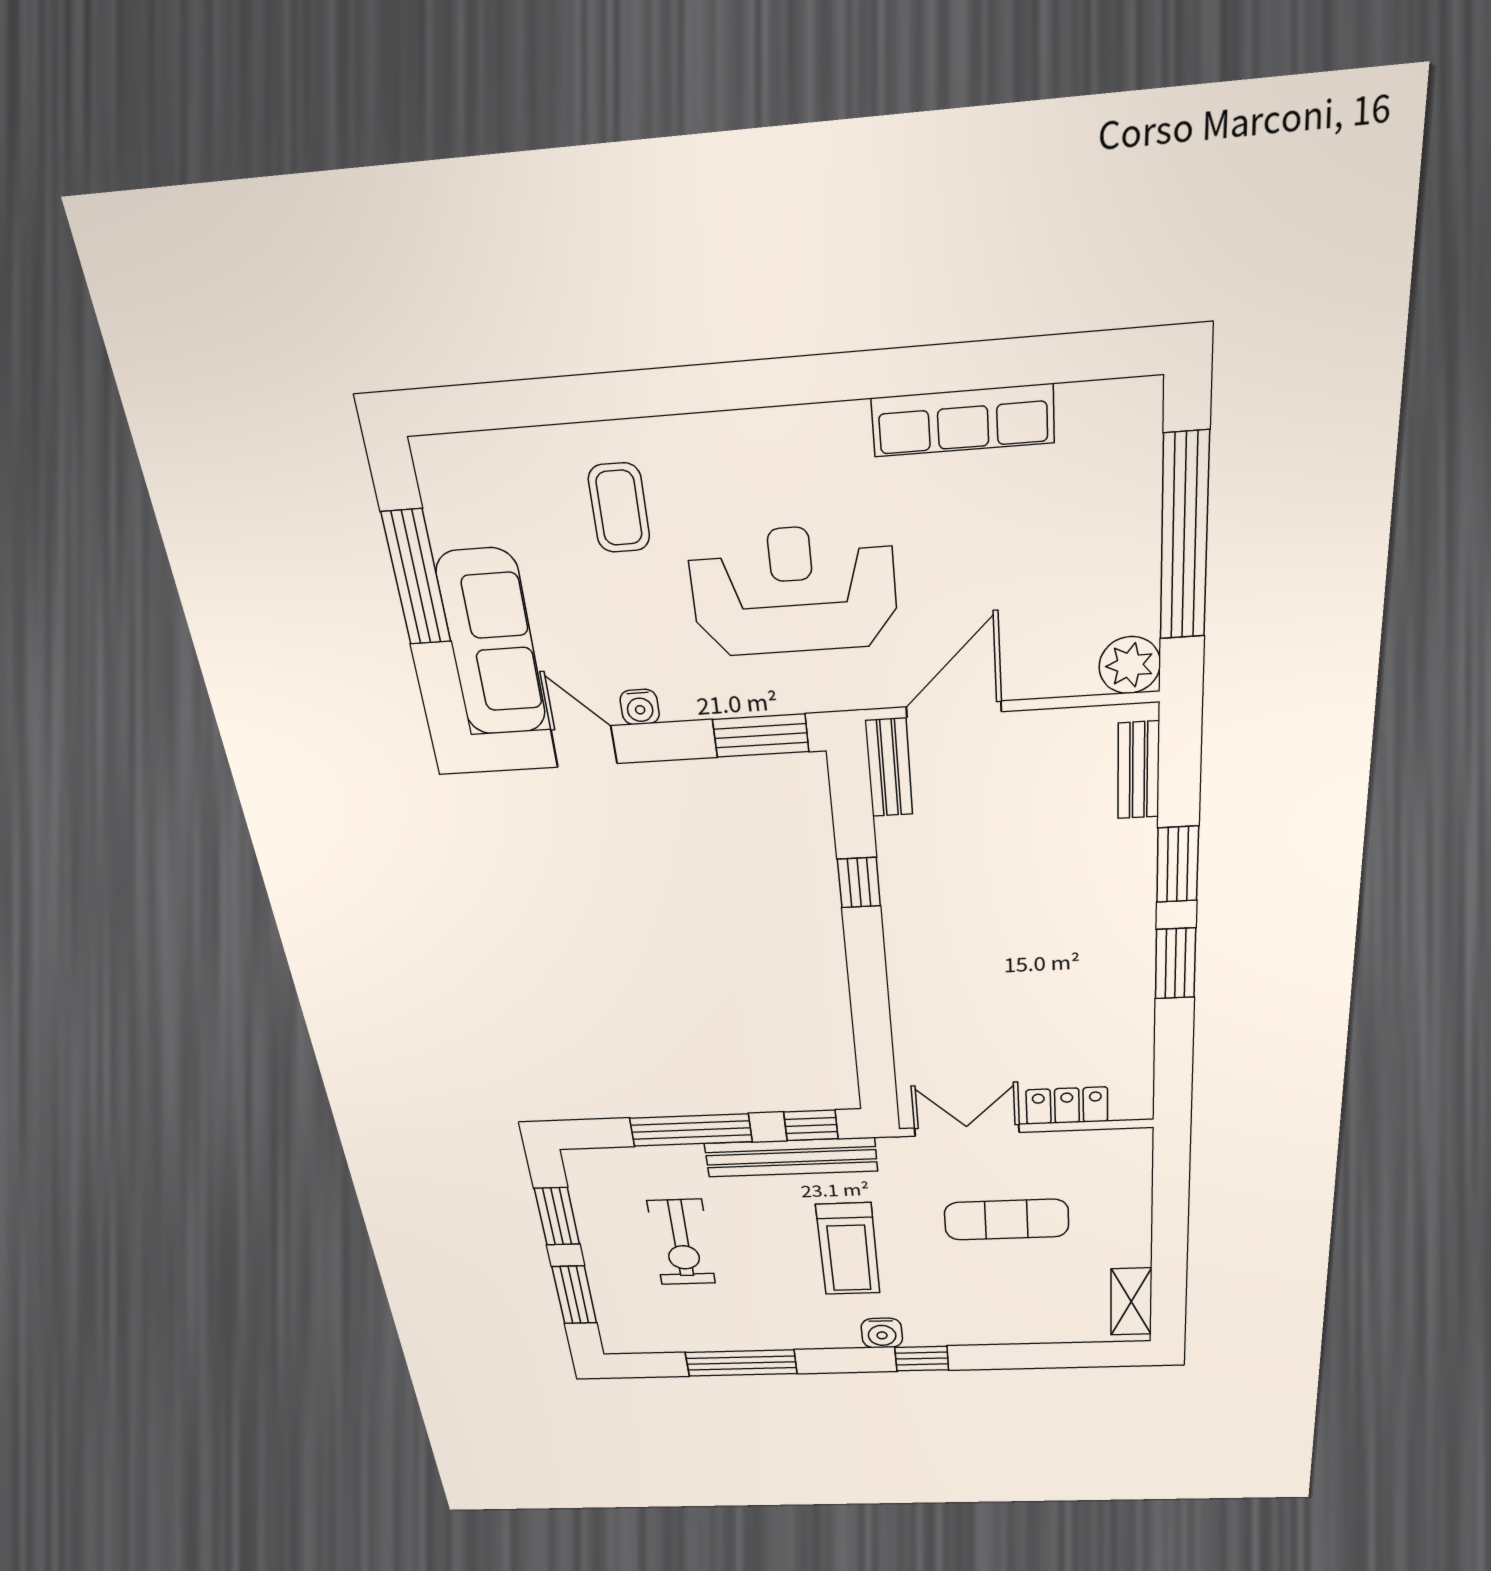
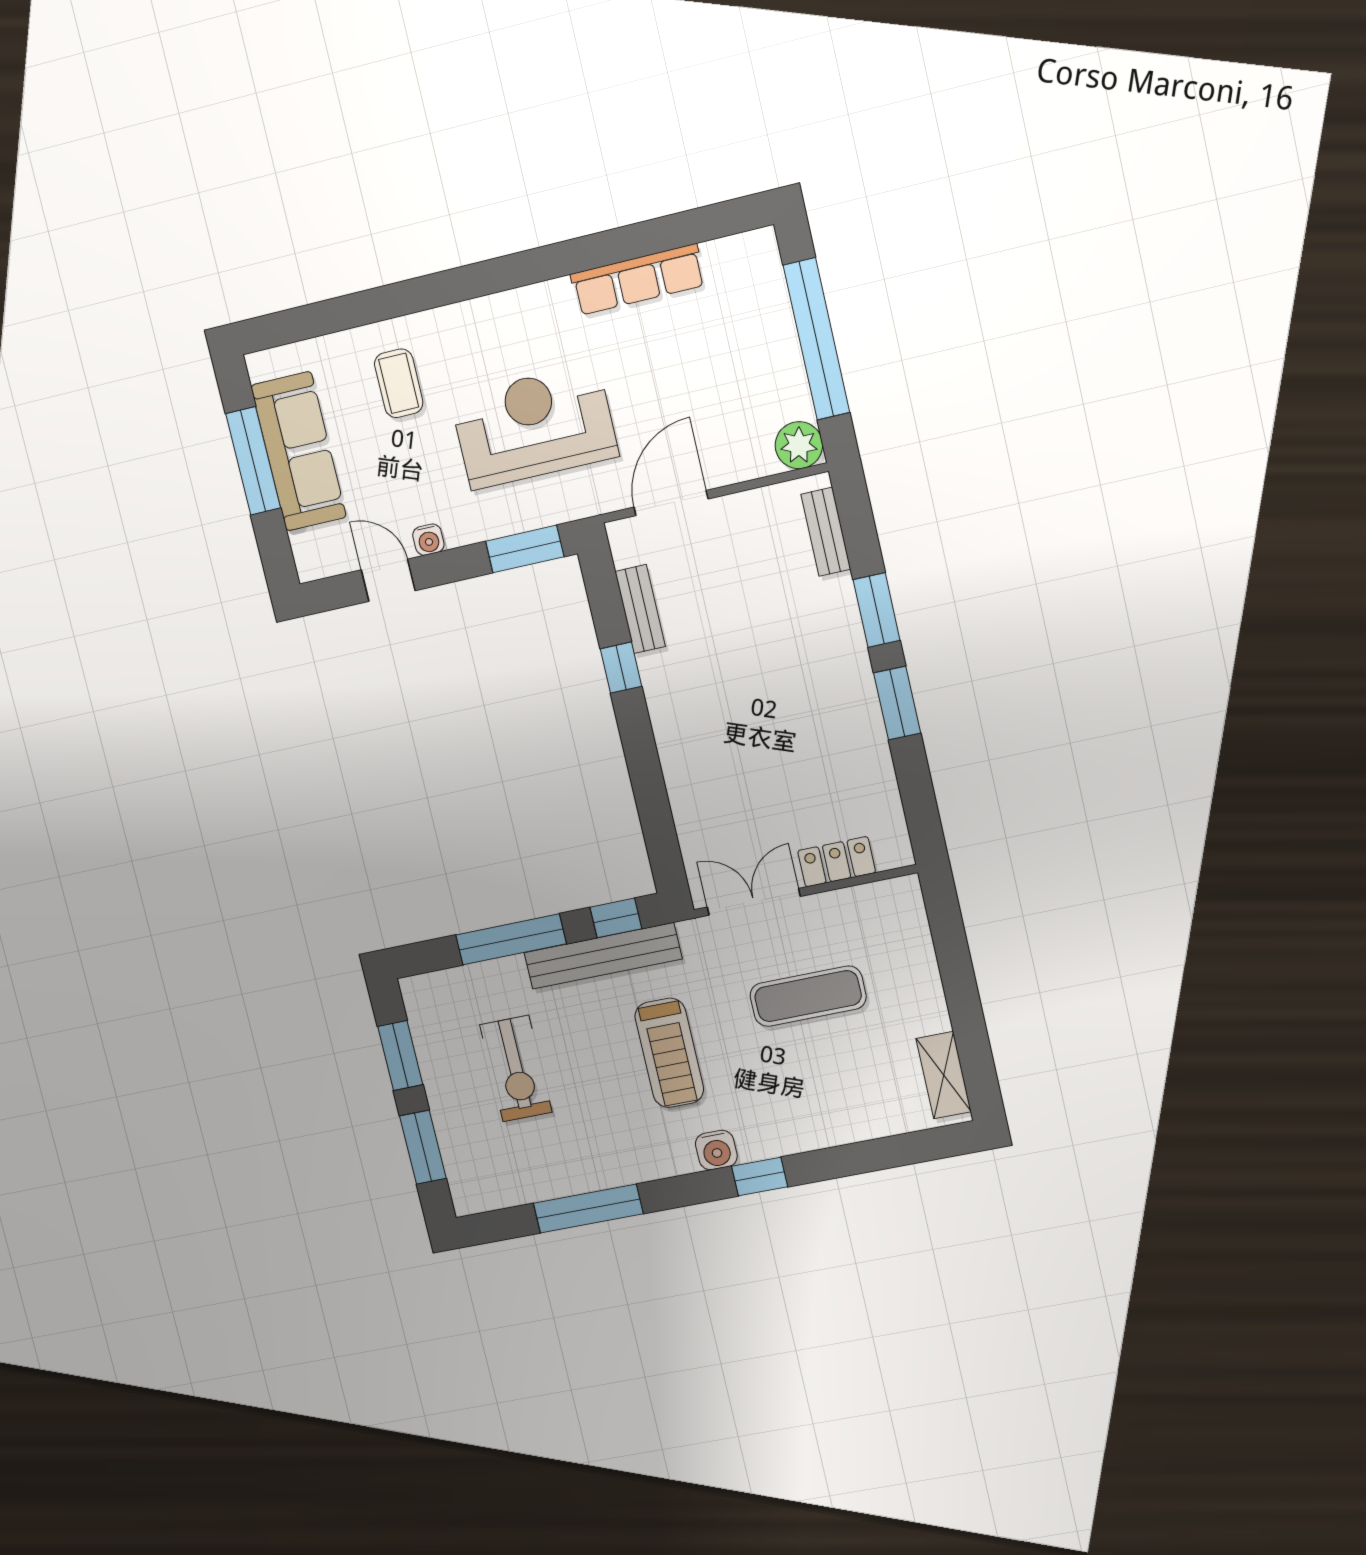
sofa: (491, 643) -> (299, 451), moved
bench: (889, 767) -> (640, 609), moved

